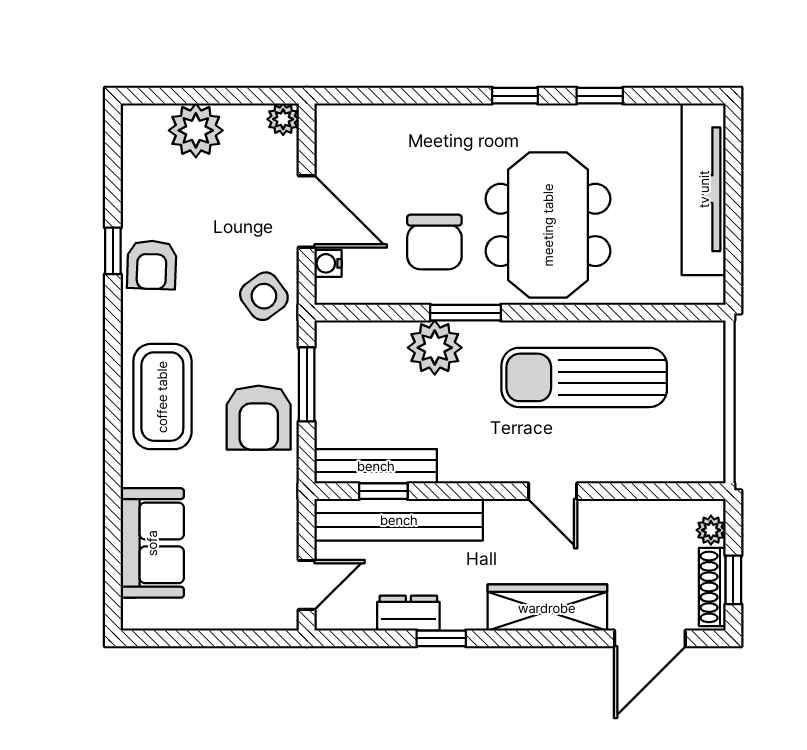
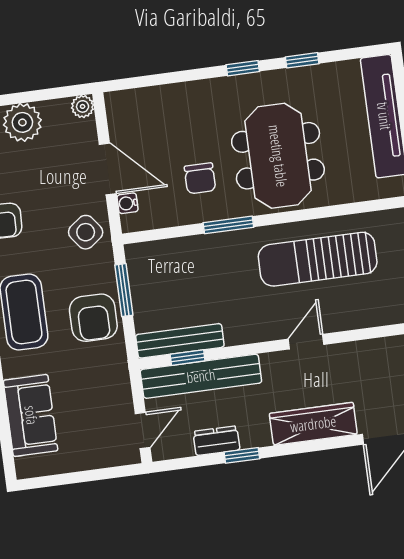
chair: (434, 242) -> (200, 178), width x0.73, depth x0.73
plant: (435, 348) -> (210, 252), removed
door: (553, 491) -> (306, 342), swing flipped

